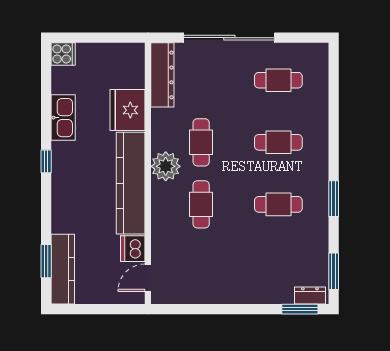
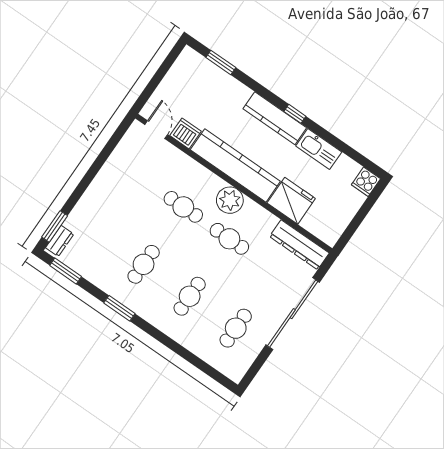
kitchen counter: (63, 269) -> (275, 118), moved

